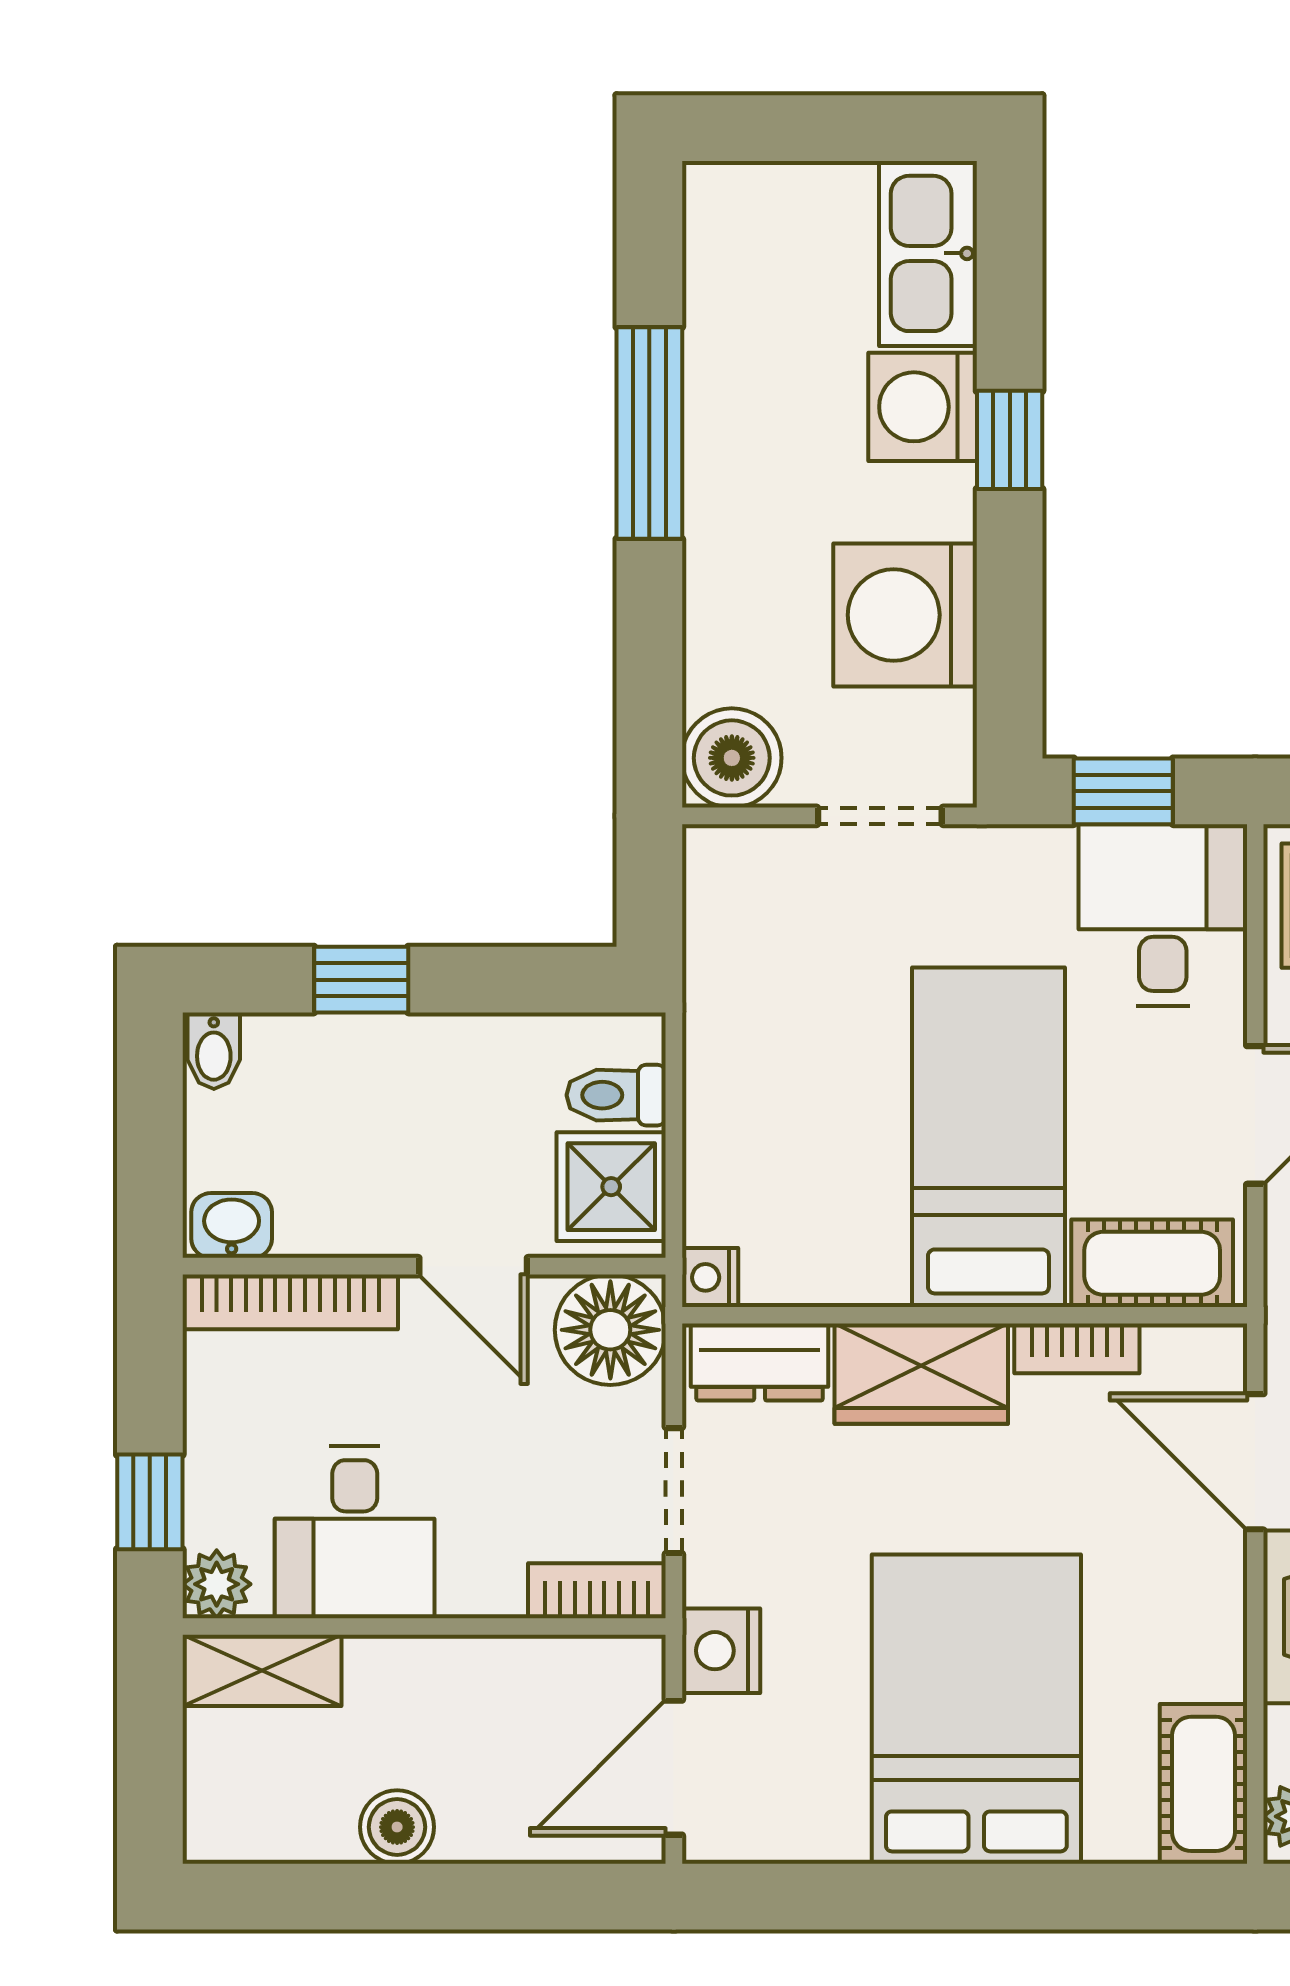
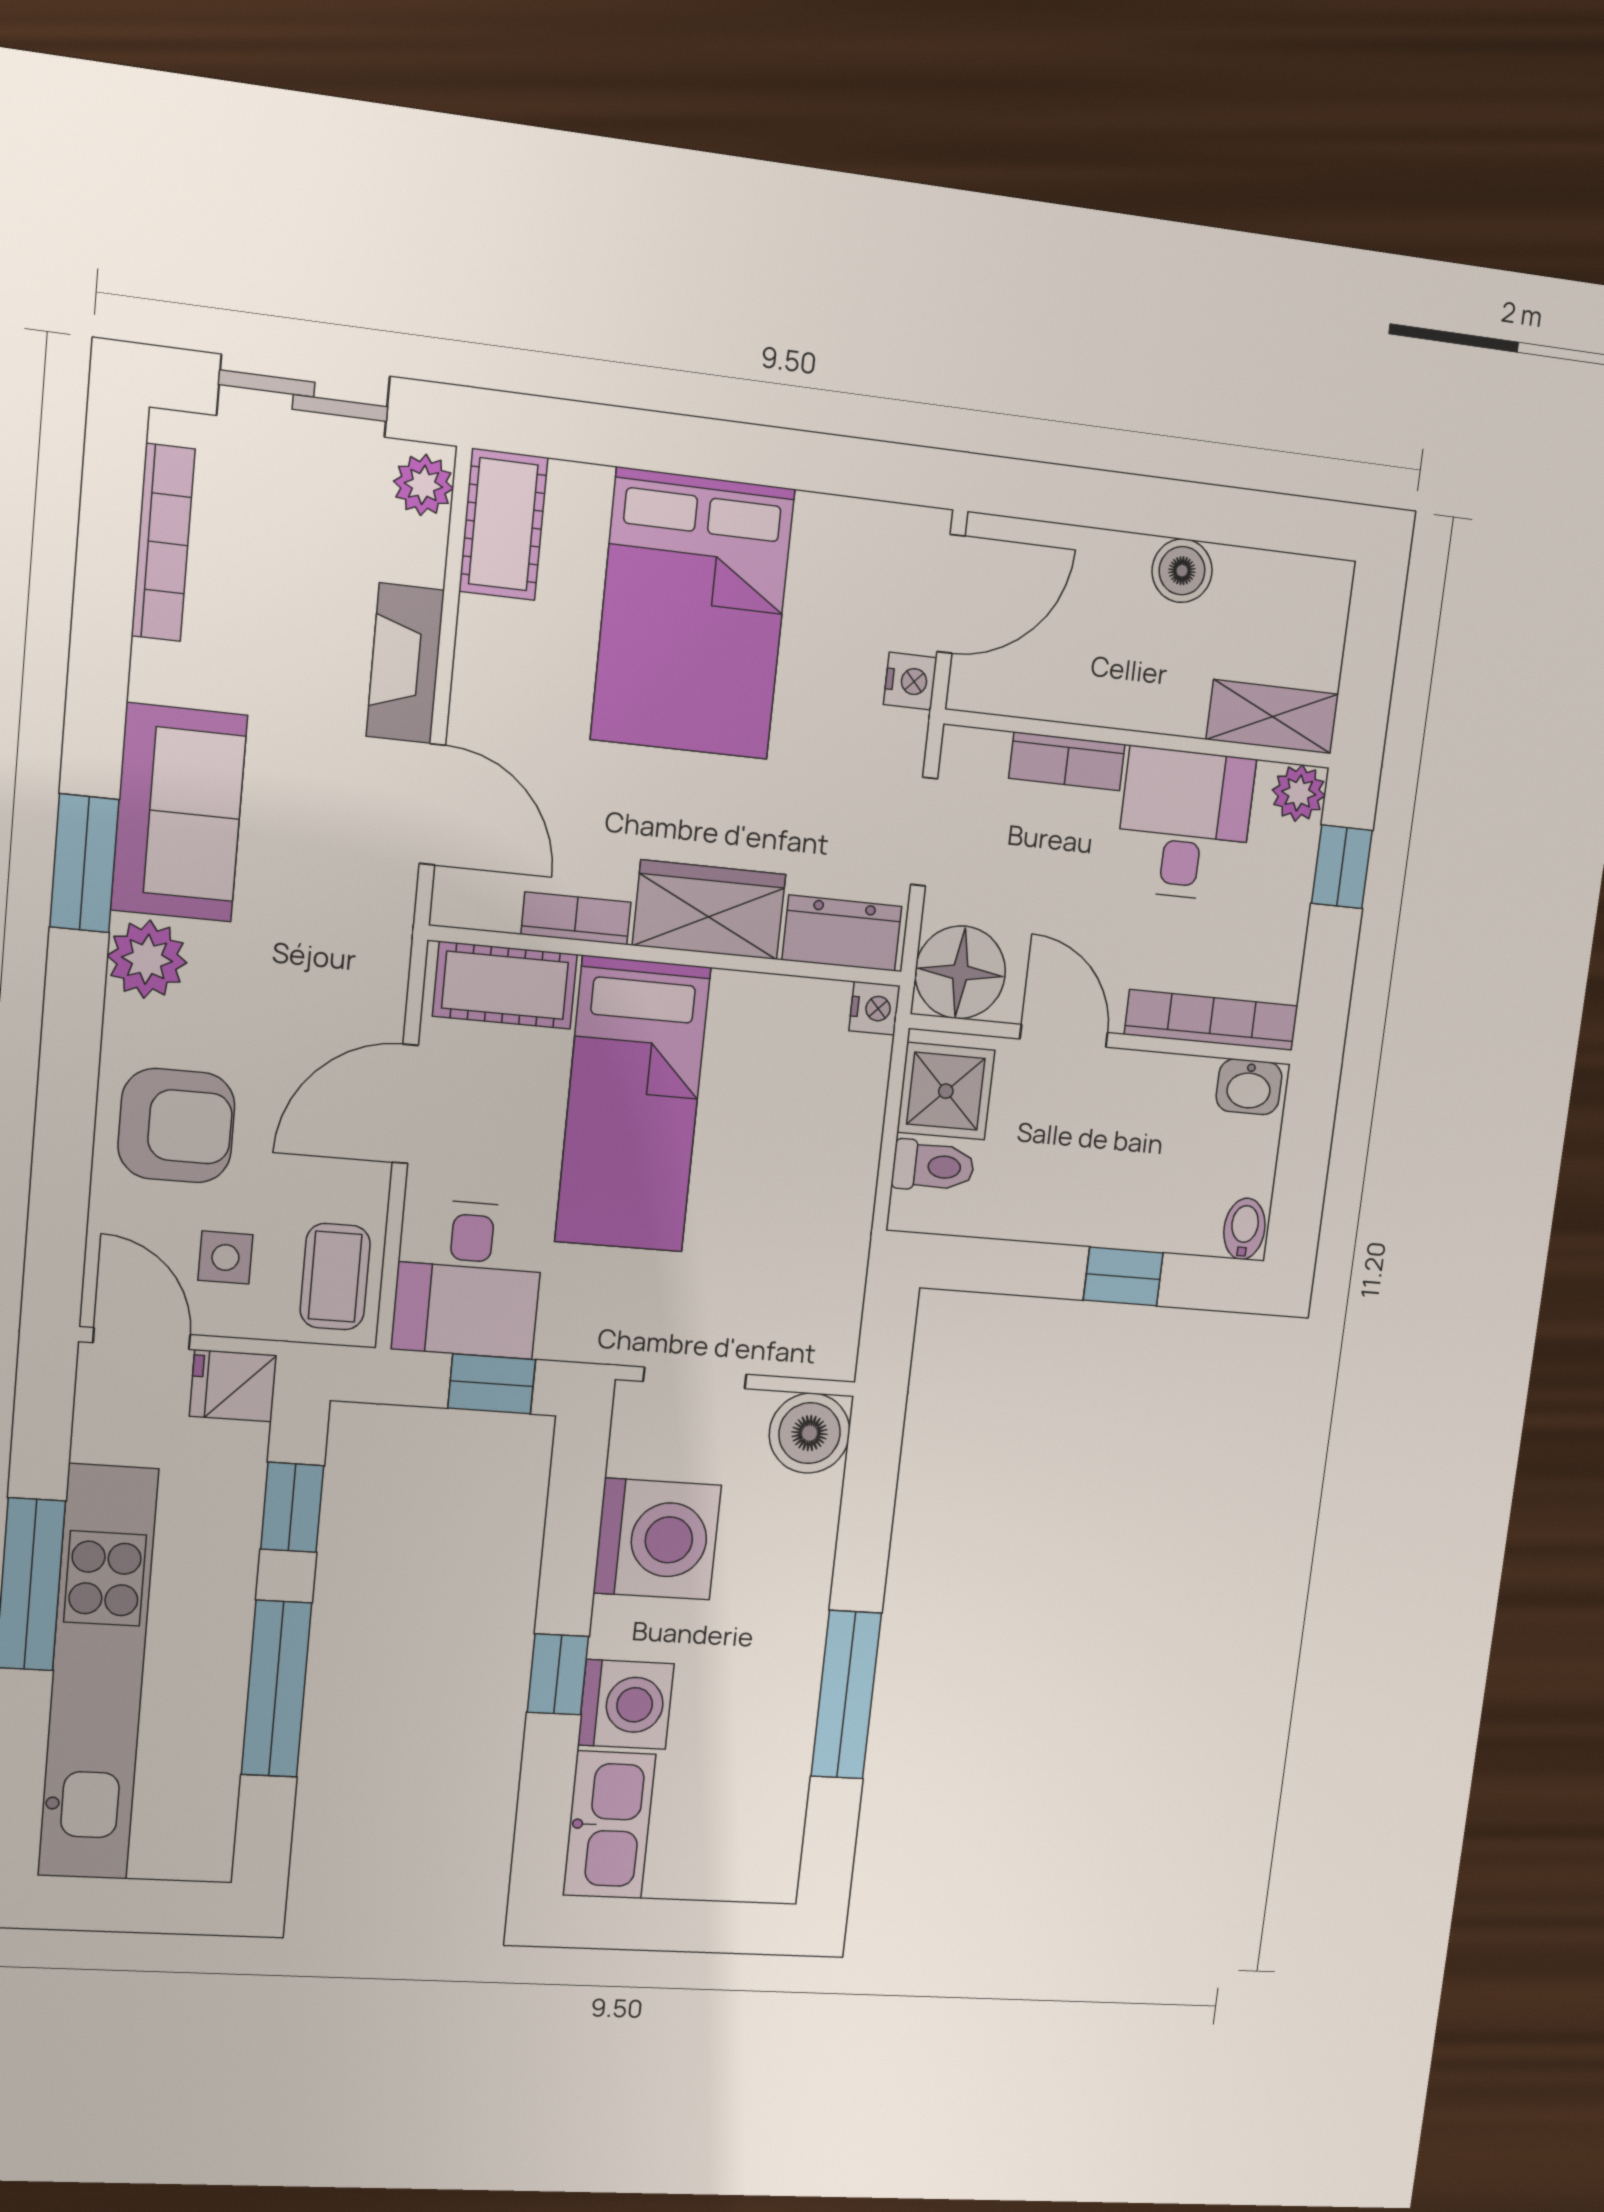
bookcase: (597, 1591) -> (1067, 761), moved
nightstand: (721, 1651) -> (910, 681), width x0.72, depth x0.74

